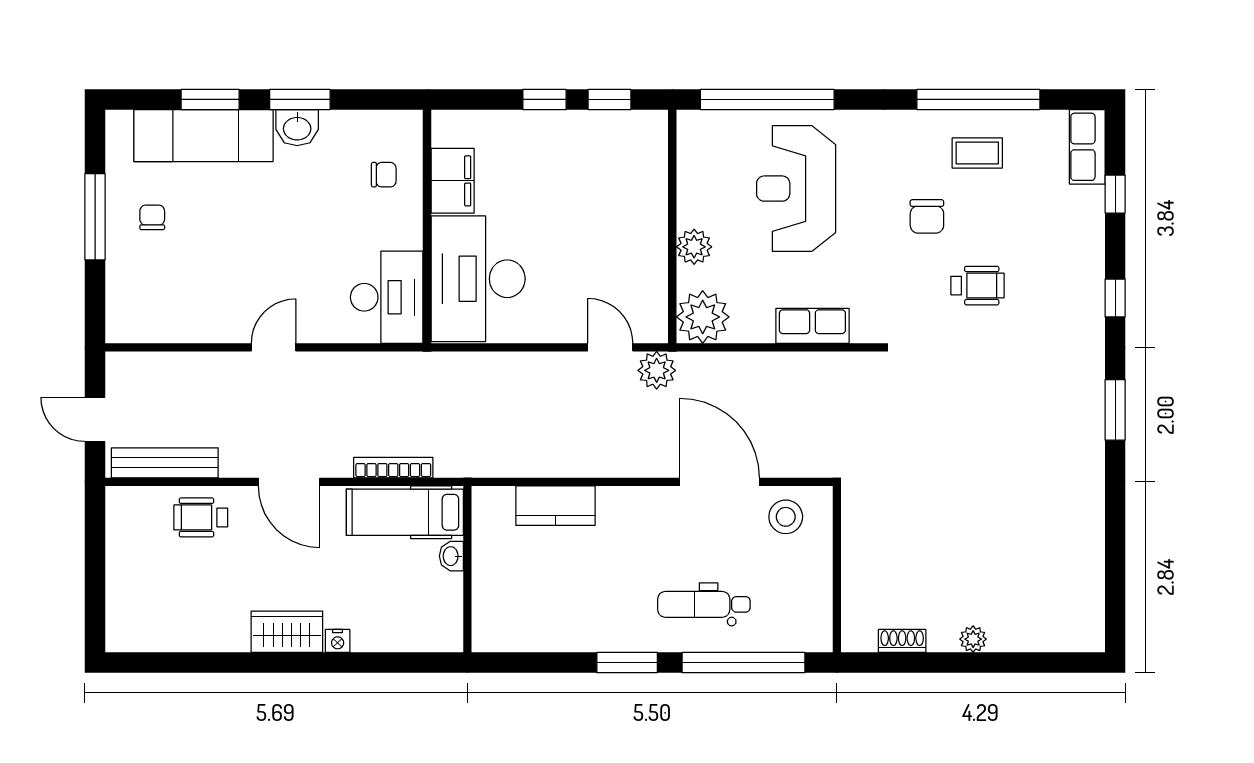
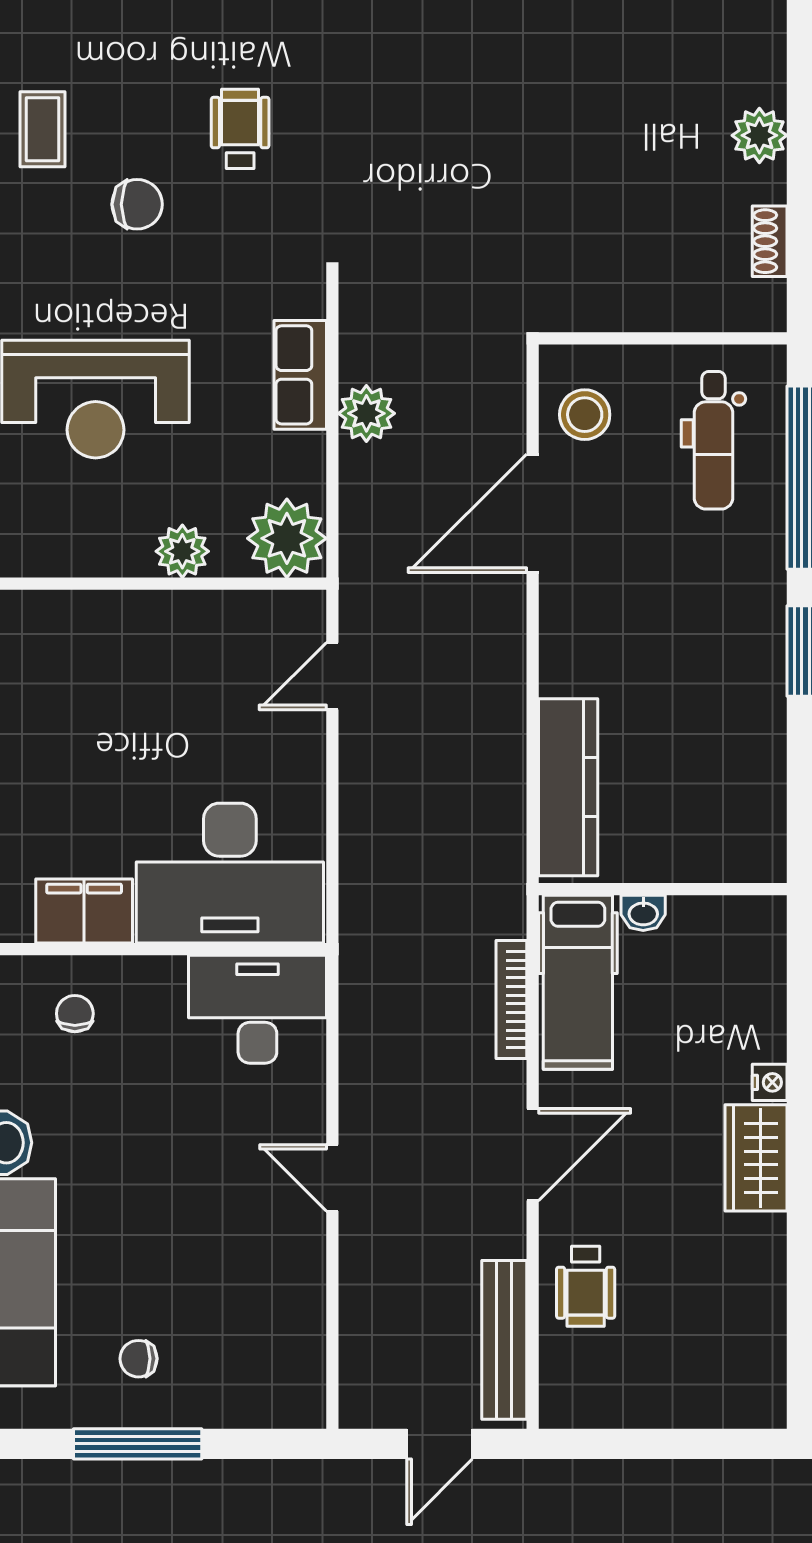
plant: (657, 370) -> (366, 413), moved
kitchen counter: (555, 506) -> (568, 787), width x1.50
dental chair: (704, 604) -> (714, 440), moved
plant: (973, 639) -> (759, 135), width x1.38, depth x1.38

